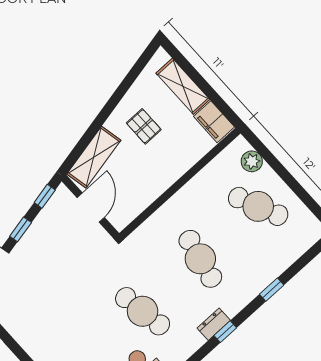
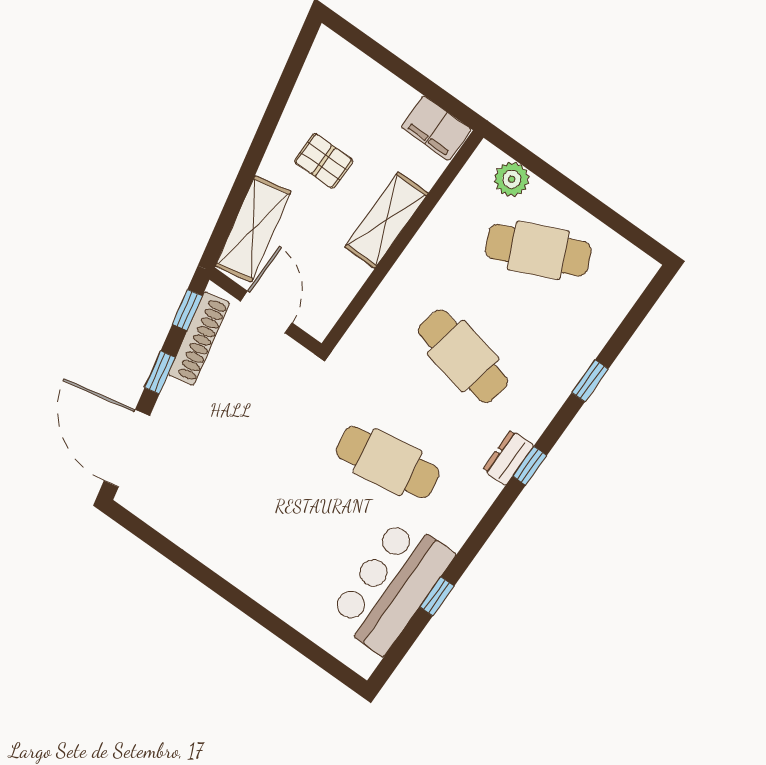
shelving: (183, 86) -> (386, 220), moved, turned 90
shoe rack: (48, 214) -> (199, 339), added

